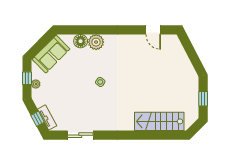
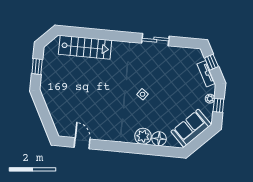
tv unit: (47, 117) -> (206, 74), moved
sliding door: (80, 135) -> (155, 40), moved

